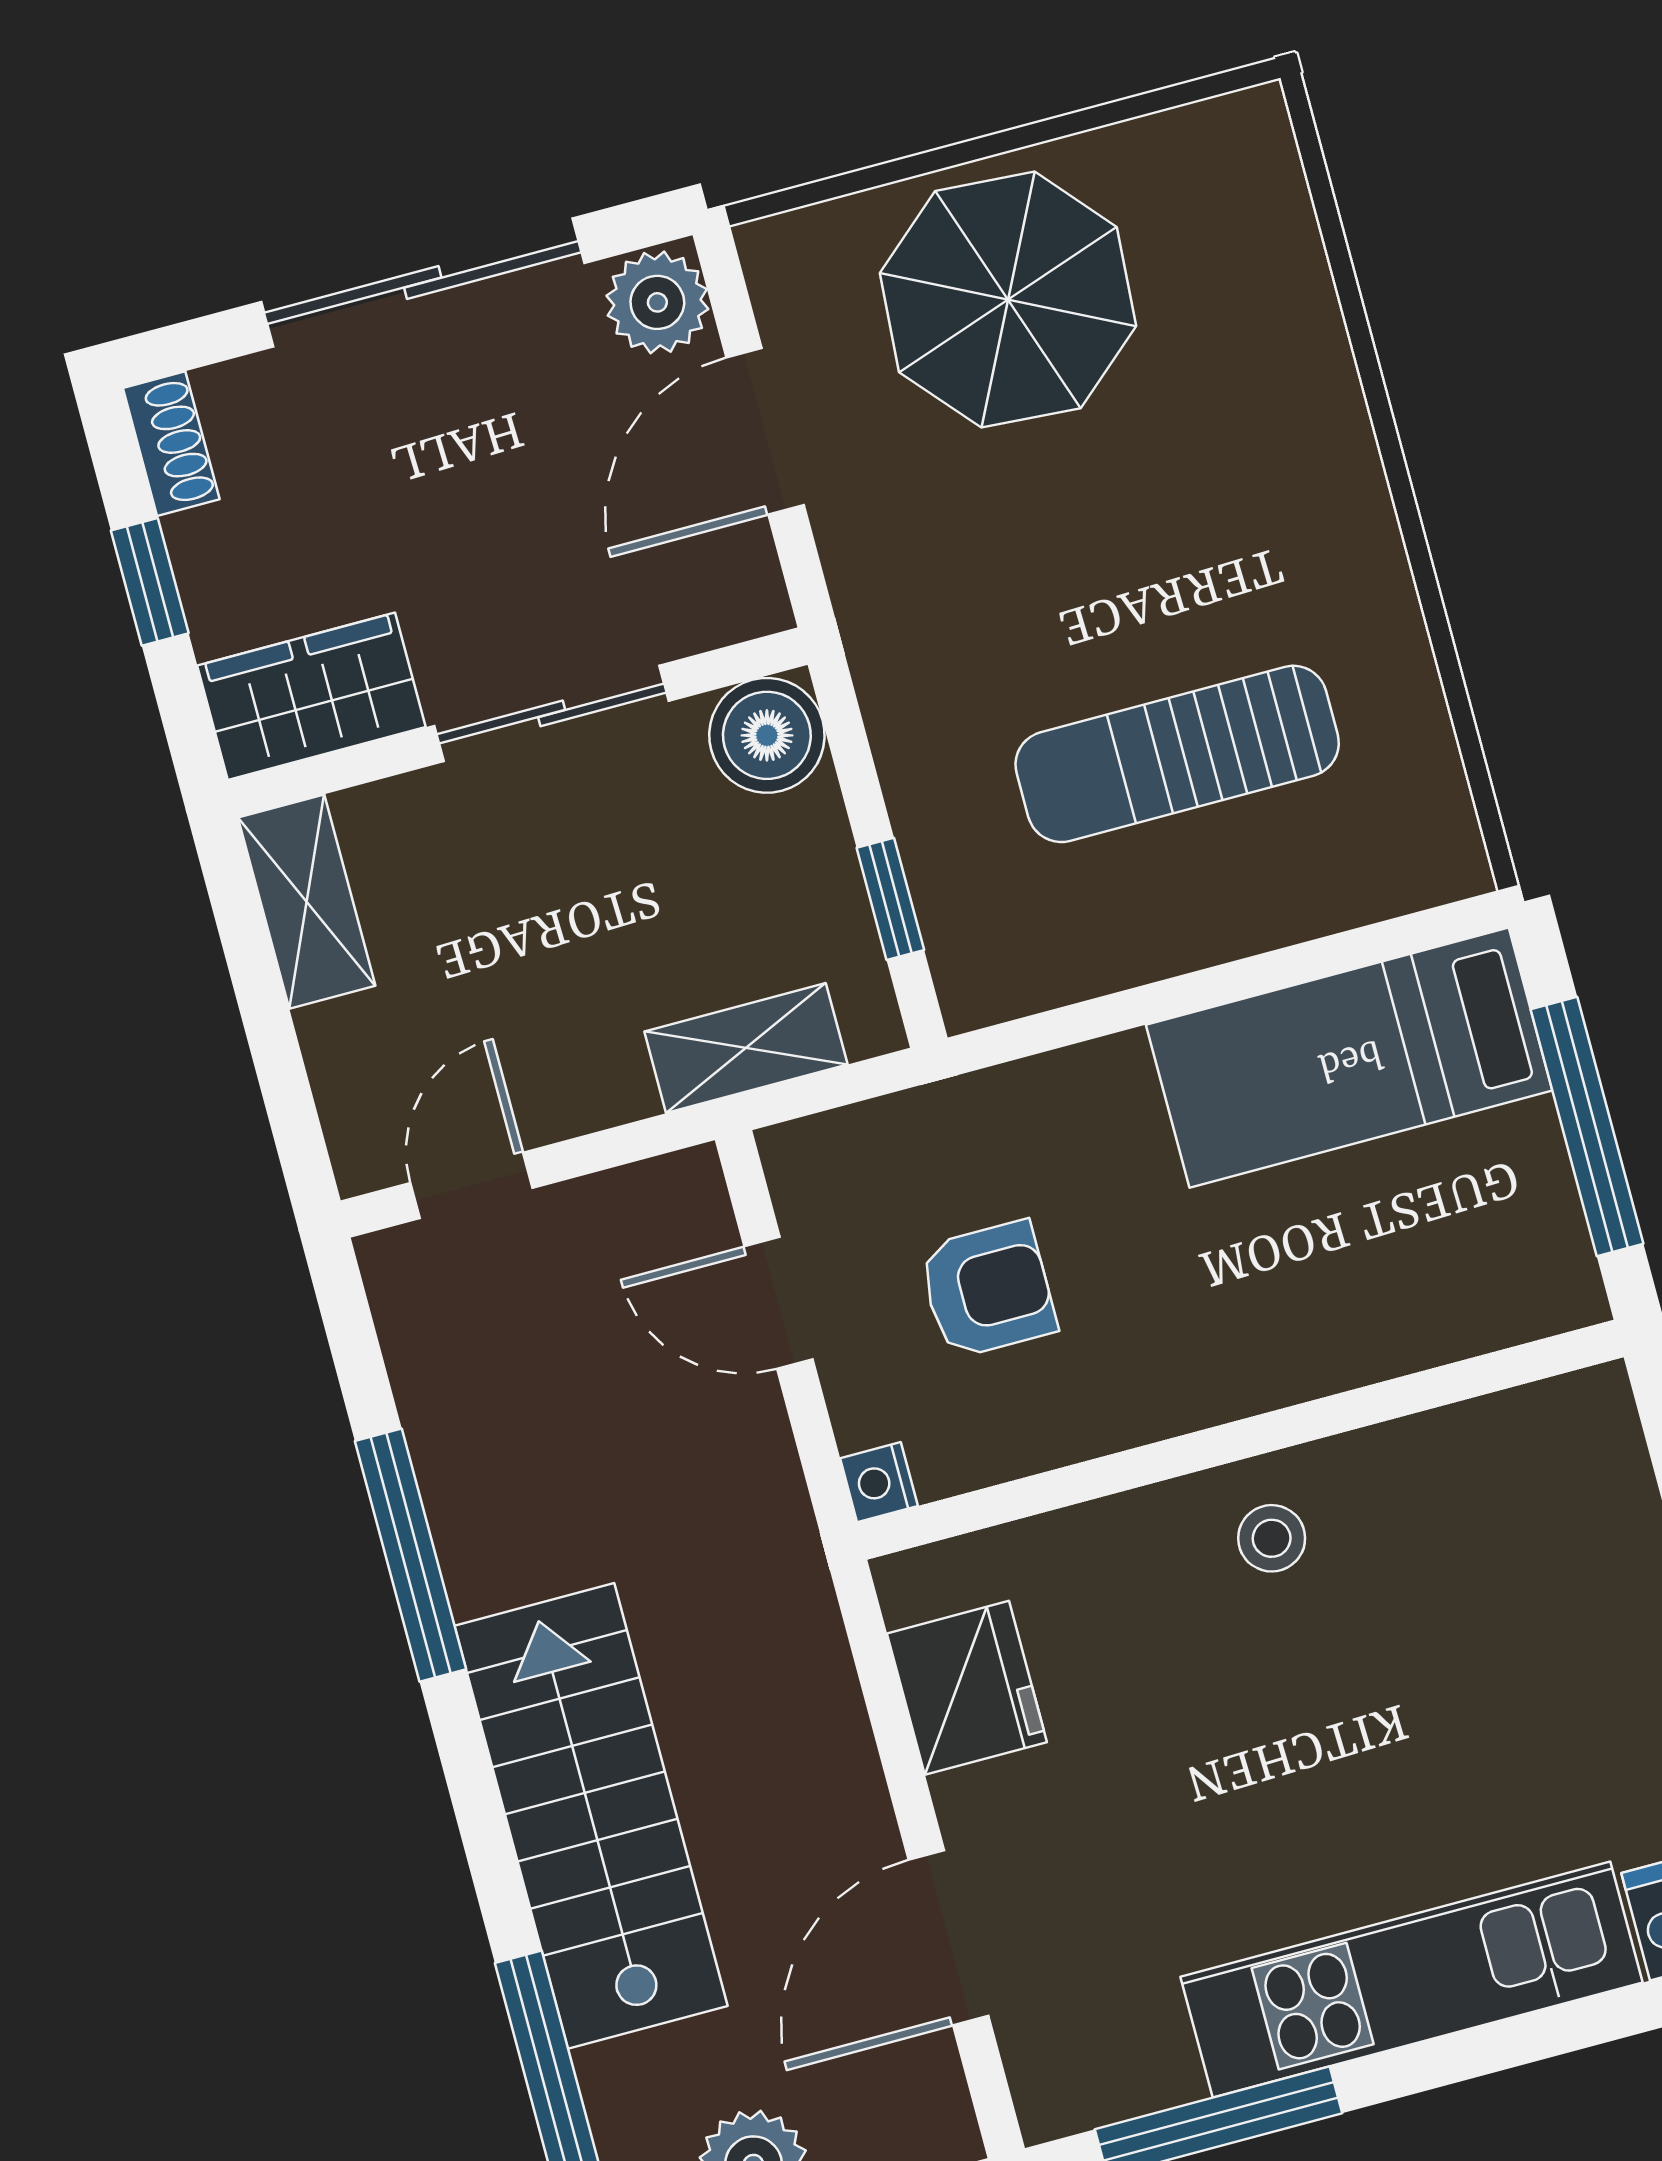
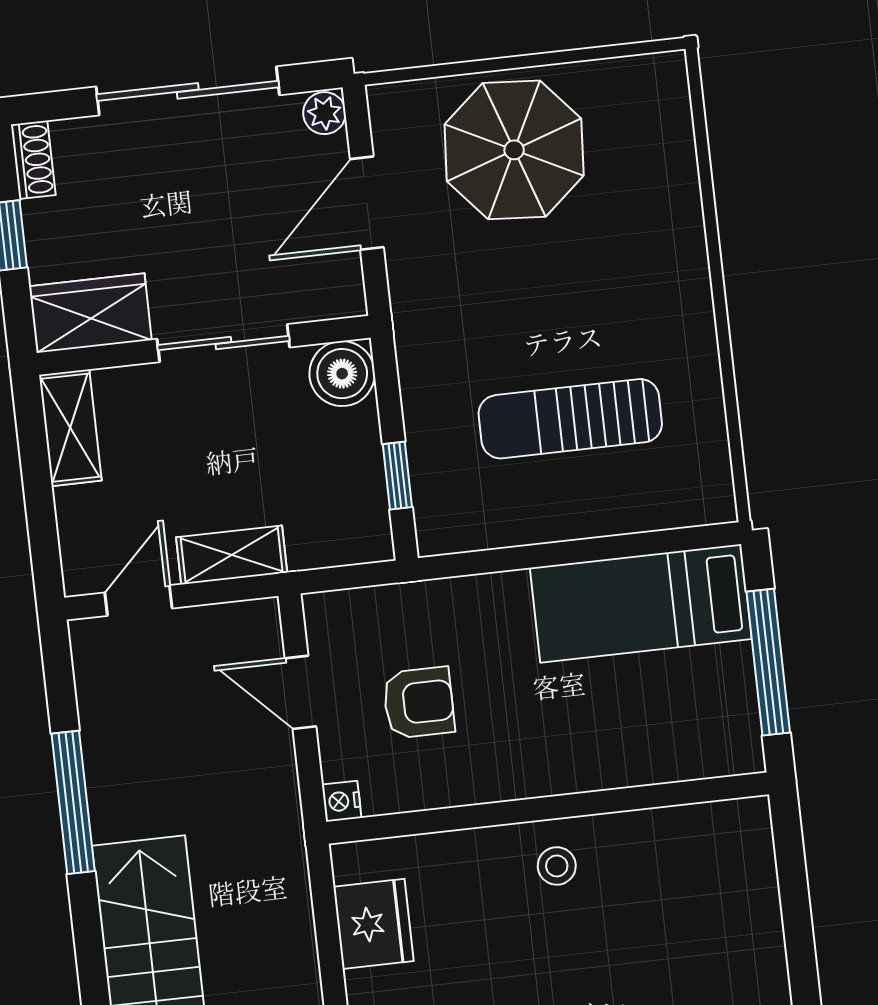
plant: (657, 302) -> (324, 113), width x0.73, depth x0.73
shelving: (746, 1048) -> (232, 555), moved

